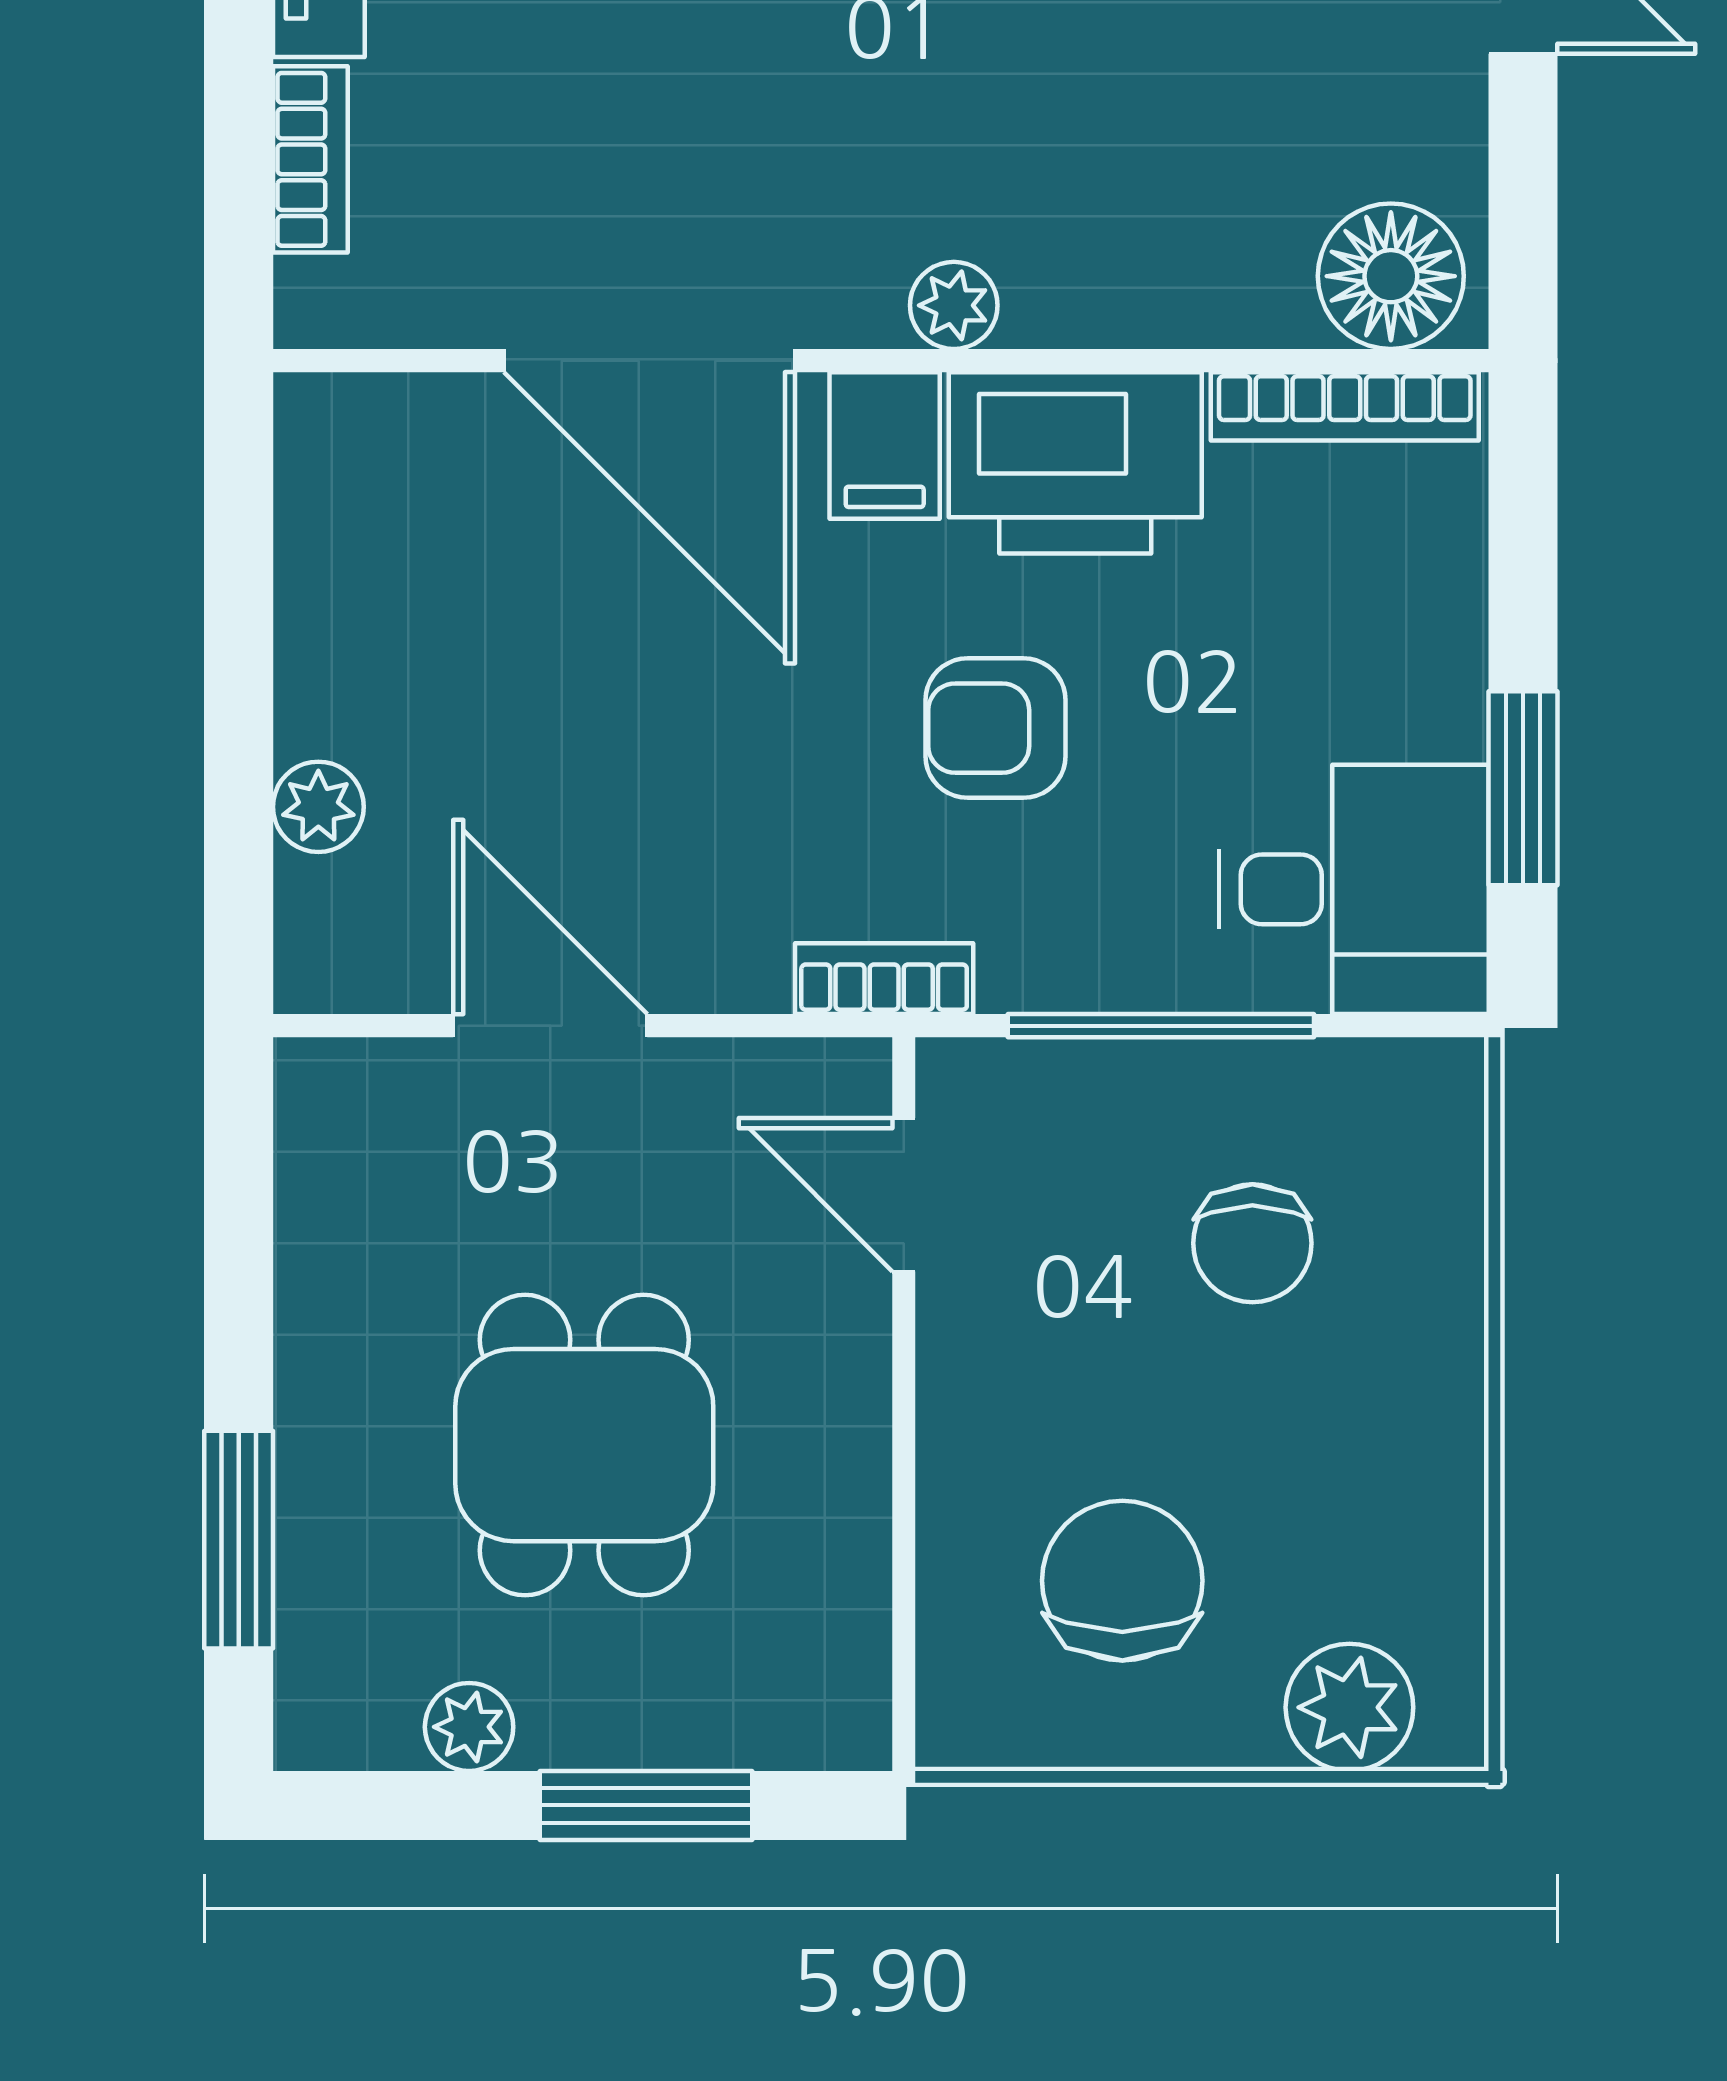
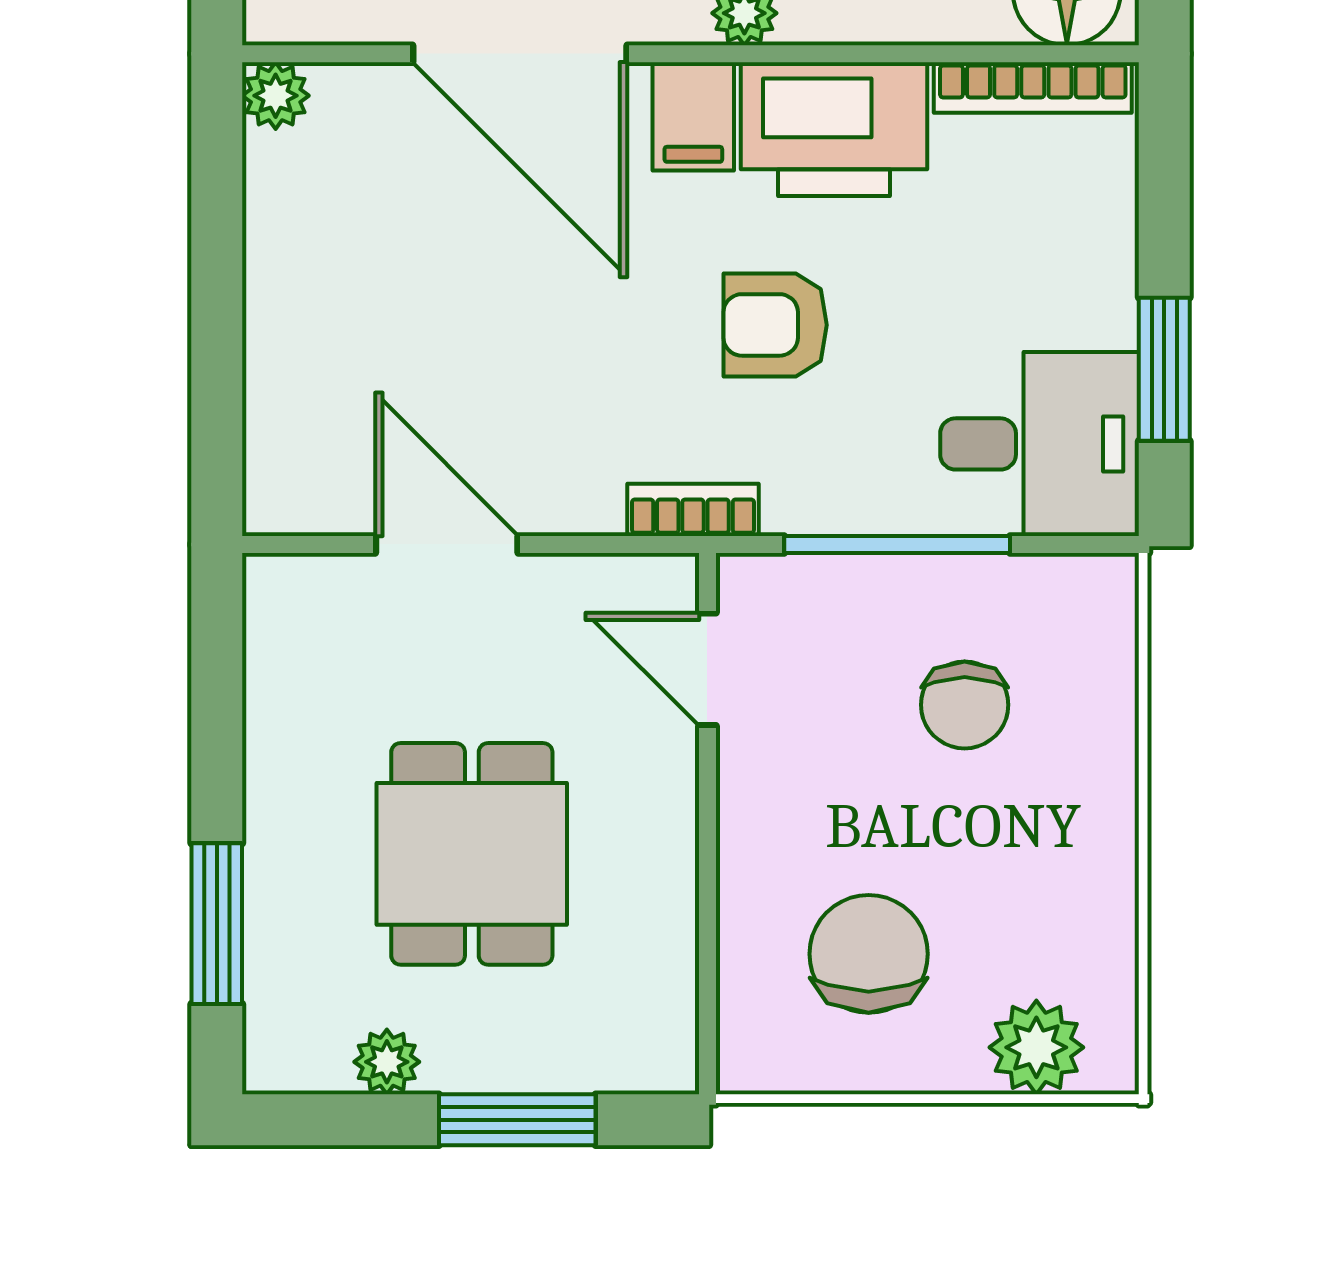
plant: (318, 807) -> (276, 96), moved

